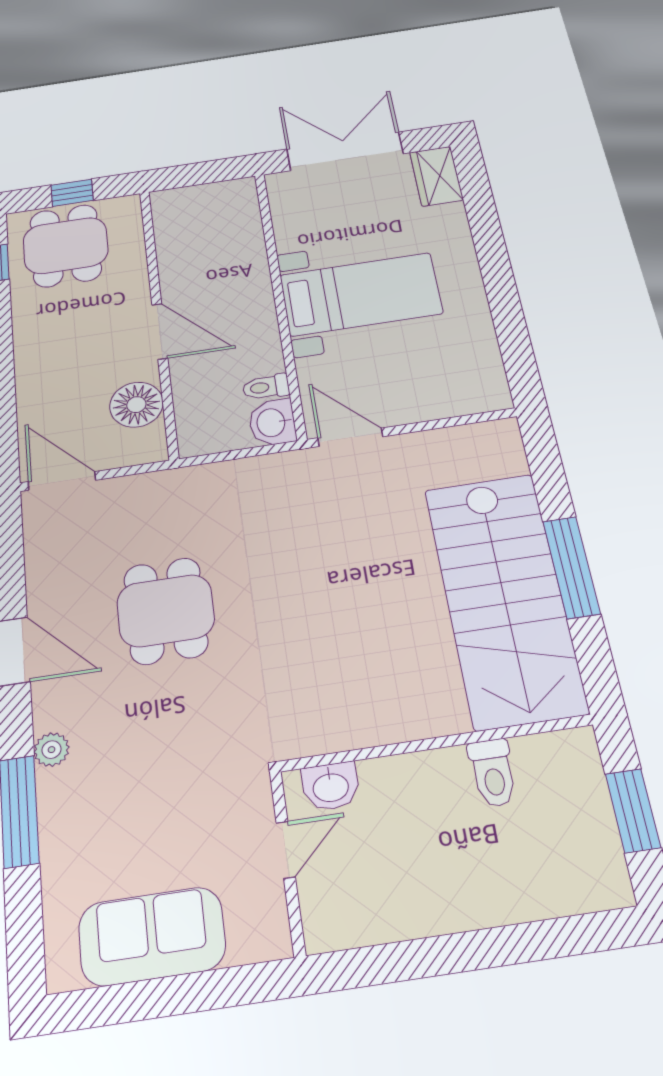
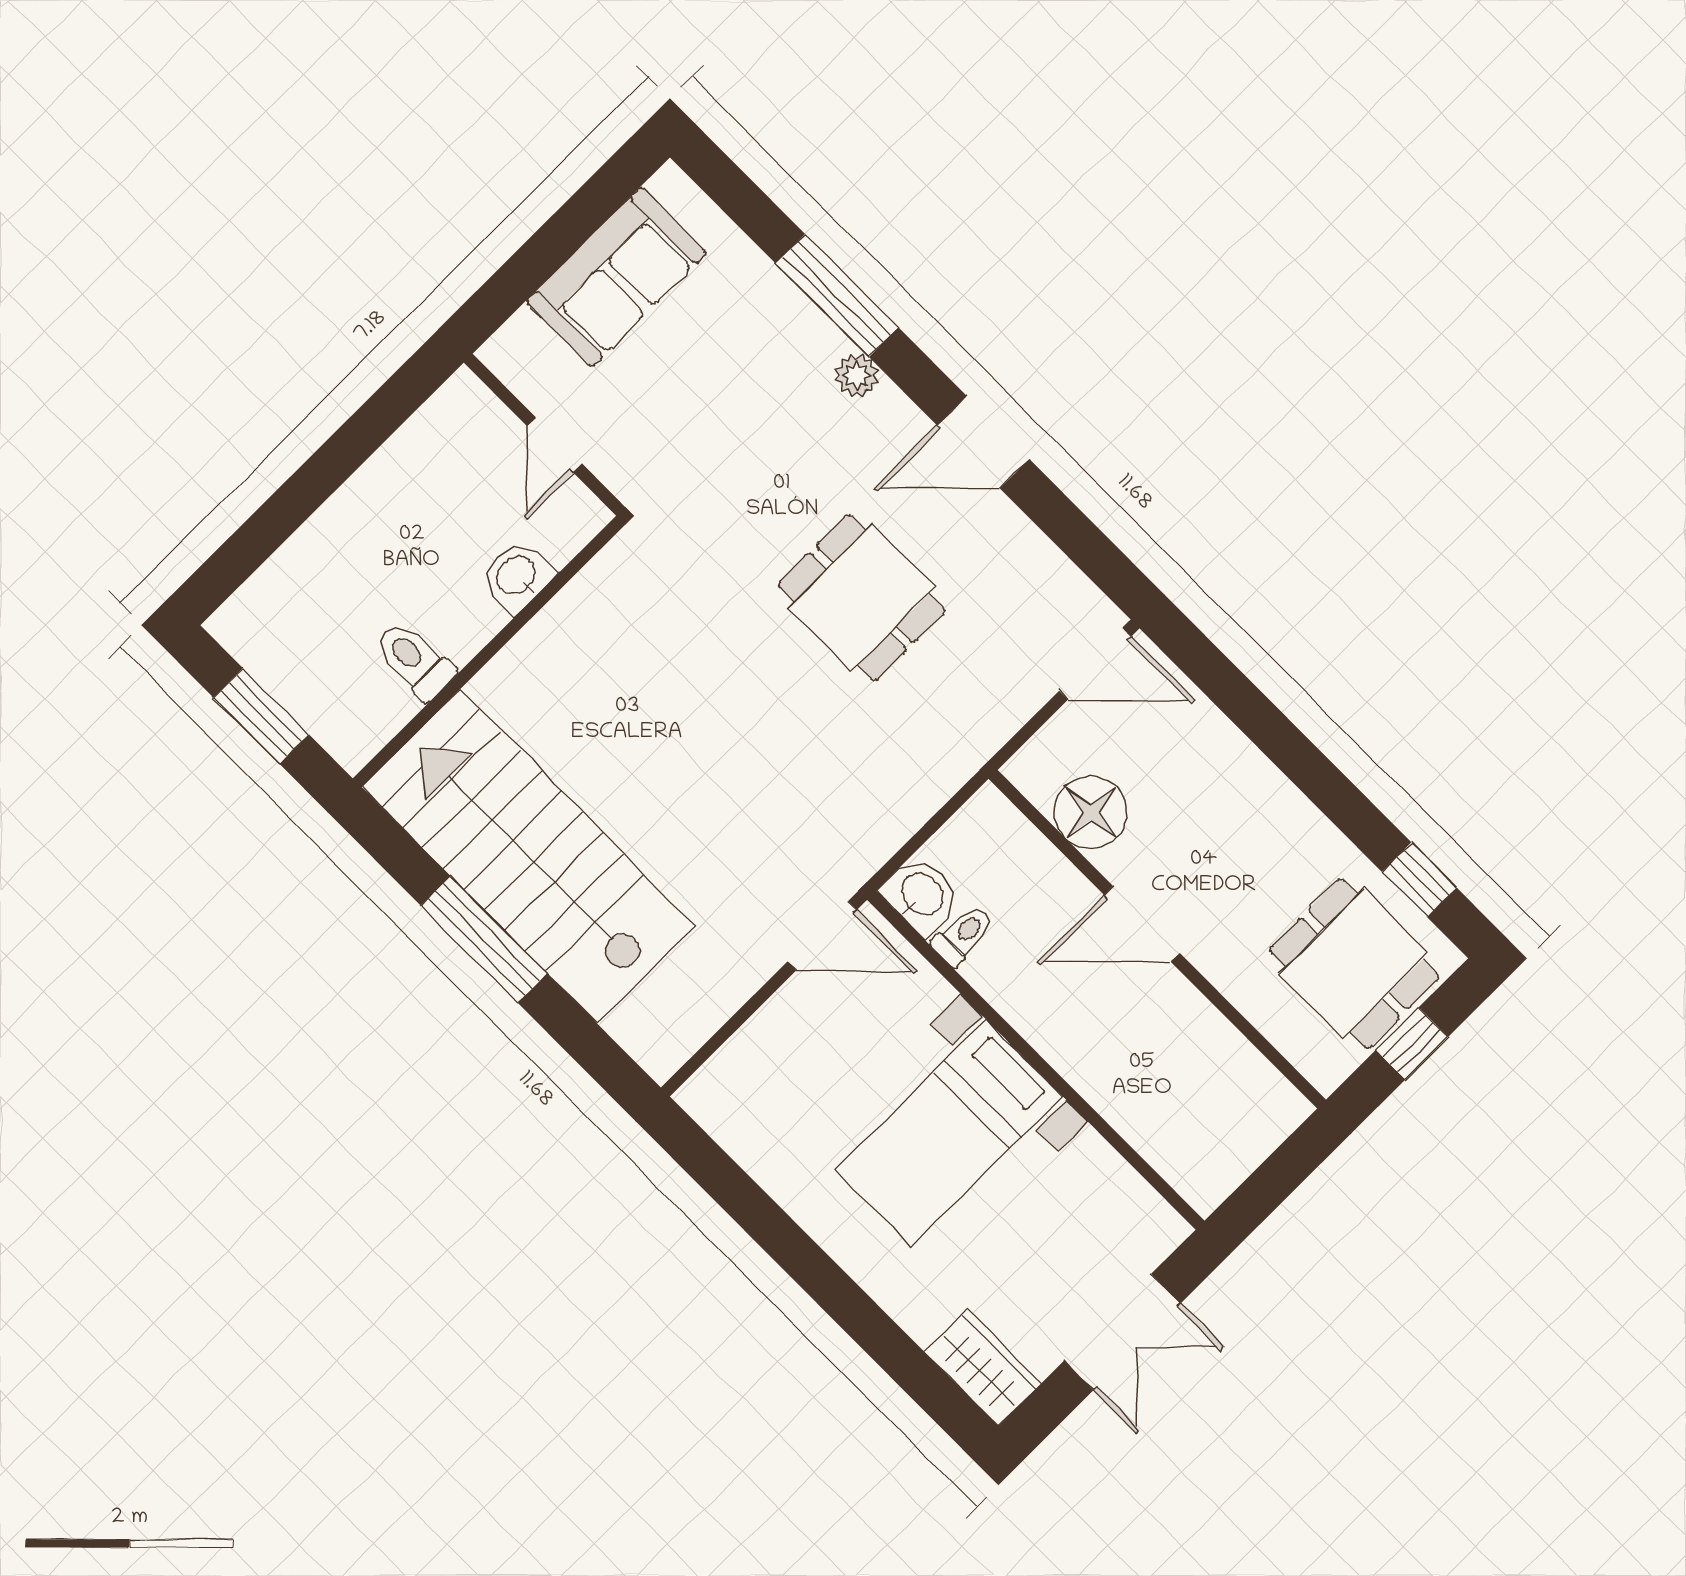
double door: (345, 151) -> (1122, 1332), width x0.73
washbasin: (331, 786) -> (517, 576), moved

